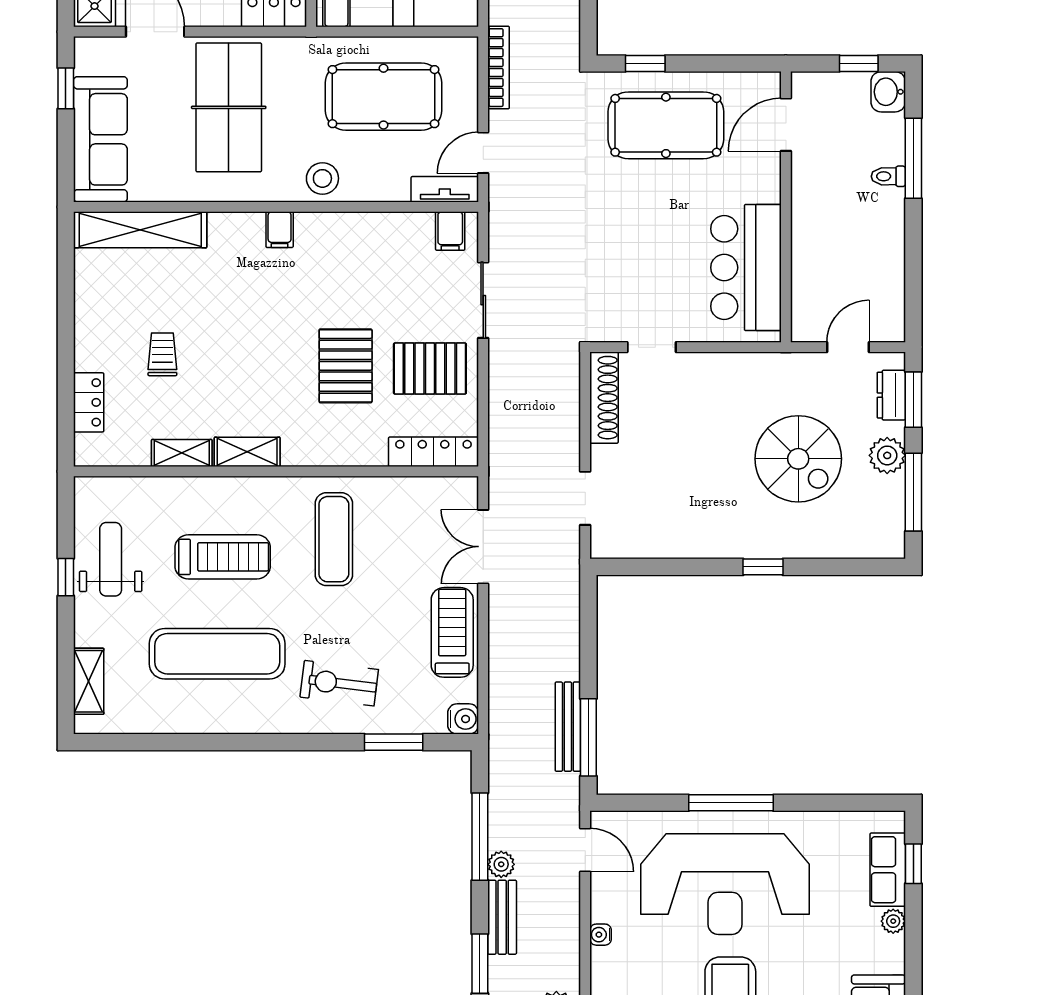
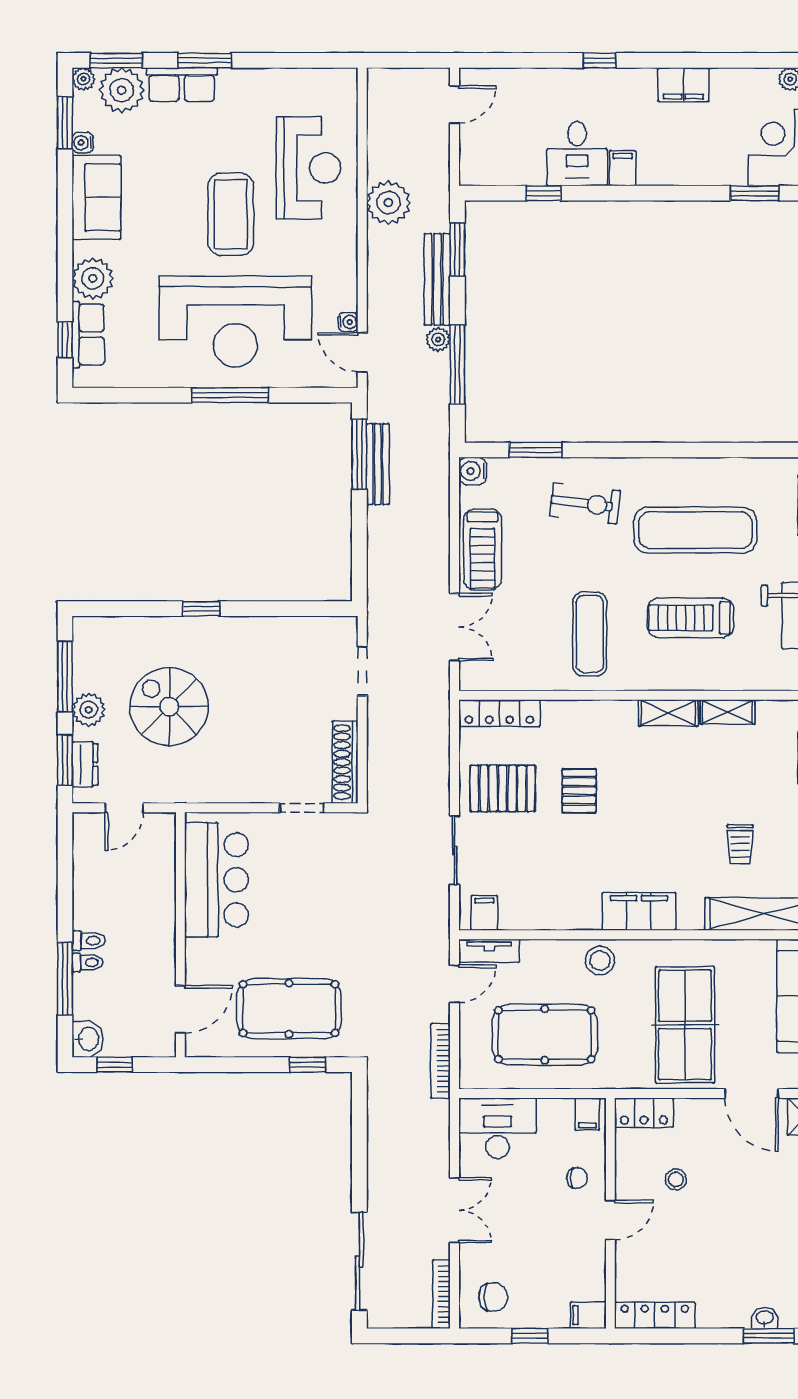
toilet: (887, 200) -> (89, 941), added
filing cabinet: (280, 230) -> (639, 911), width x3.00, depth x1.17
trolley: (162, 354) -> (740, 844), moved
pallet: (346, 366) -> (579, 791), width x0.67, depth x0.71
reception desk: (725, 884) -> (235, 322), turned 180
bench: (502, 917) -> (437, 279), width x1.36
plant: (893, 921) -> (93, 278), width x1.88, depth x1.88
water cooler: (601, 935) -> (348, 322), moved

